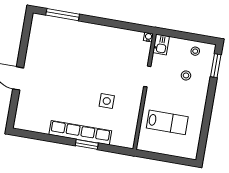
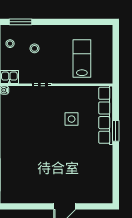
row of seats: (80, 133) -> (106, 115), moved

